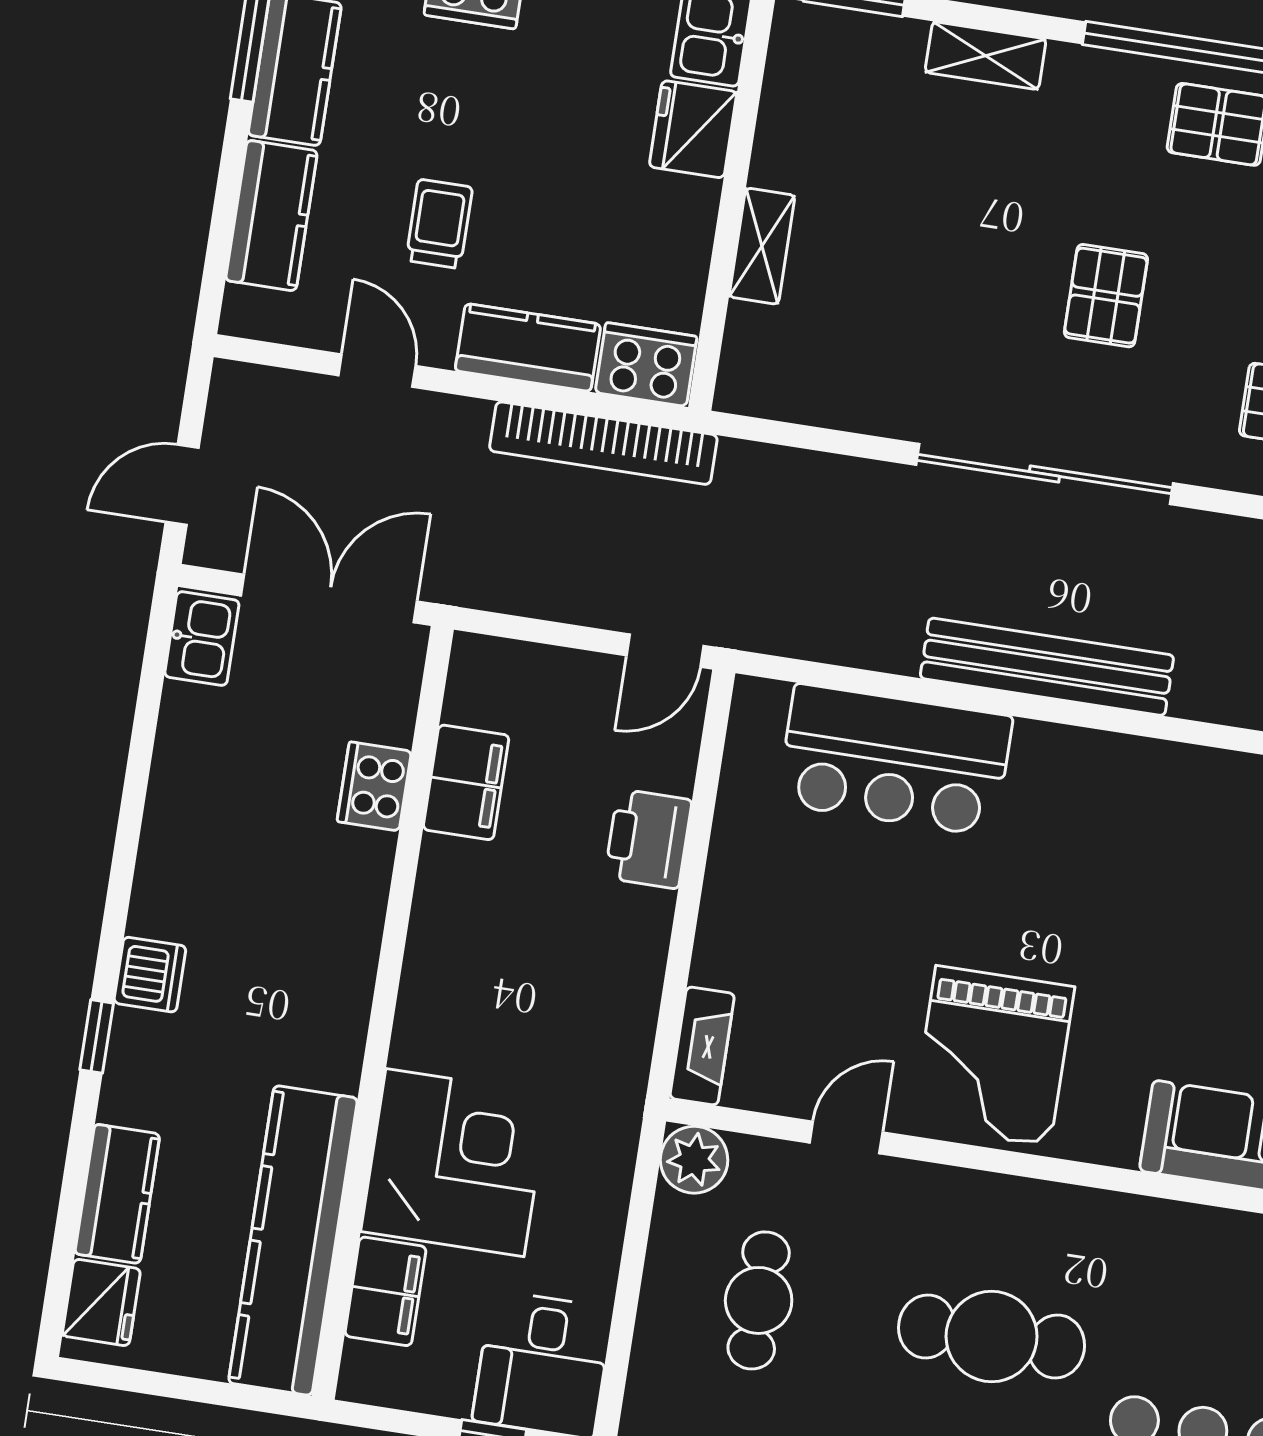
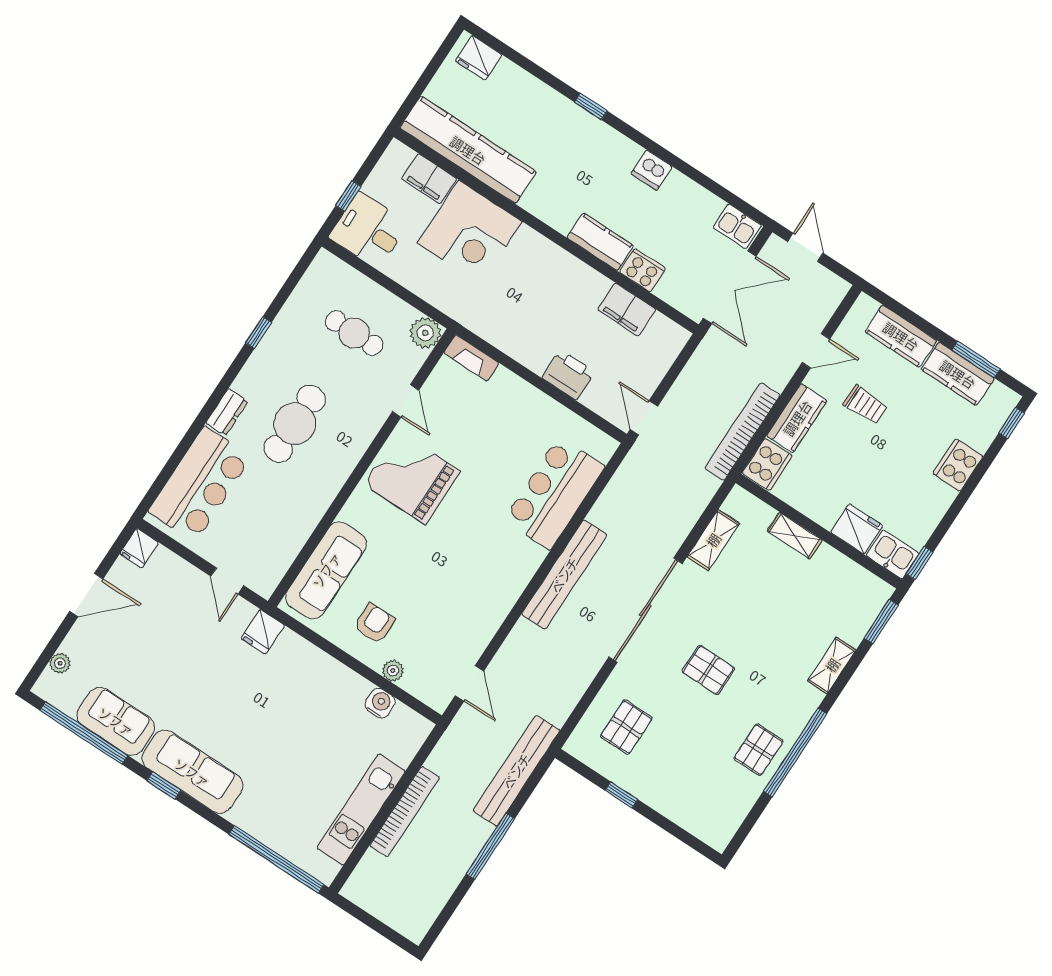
shelving: (844, 403) -> (713, 540), added
dishwasher: (150, 975) -> (652, 170), moved
kitchen counter: (117, 1194) -> (600, 242), moved, turned 180

